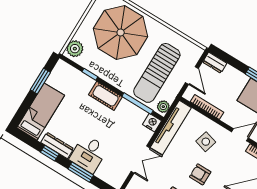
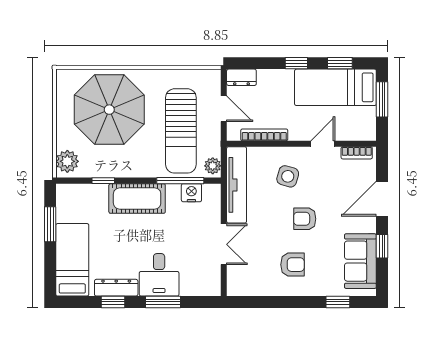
cot: (105, 96) -> (137, 198), width x1.37, depth x1.34
nightstand: (152, 123) -> (191, 193), moved

